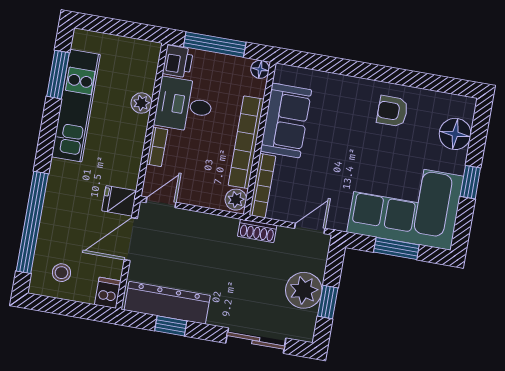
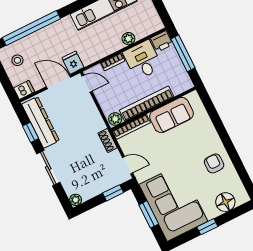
floor lamp: (260, 69) -> (187, 84), removed
plant: (304, 290) -> (76, 200), moved, width x0.53, depth x0.53
window: (328, 302) -> (113, 193), moved
sliding door: (256, 341) -> (48, 168), moved

